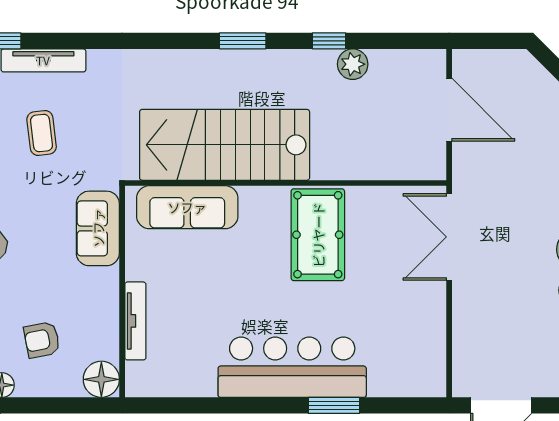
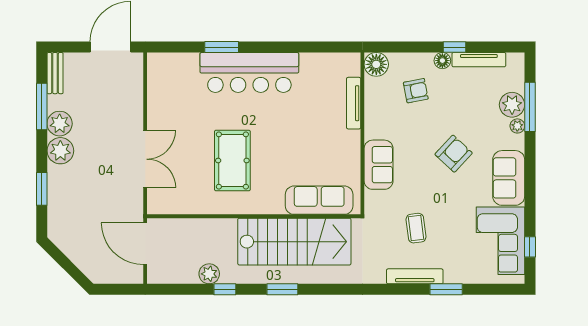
stairs: (225, 145) -> (294, 242), moved
wall: (286, 183) -> (254, 216), moved
sofa: (187, 207) -> (319, 200), moved

